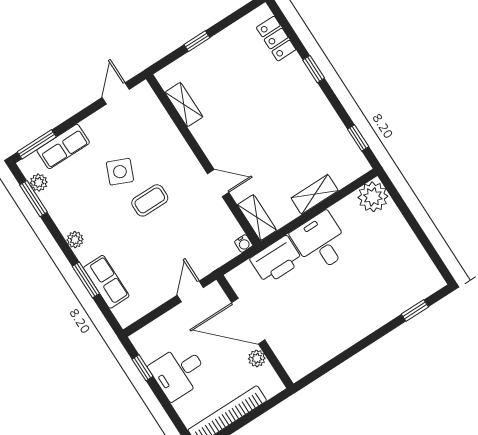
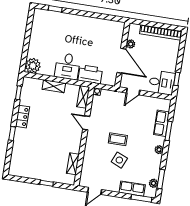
locker: (276, 39) -> (22, 117), moved
desk: (179, 372) -> (162, 83), moved

